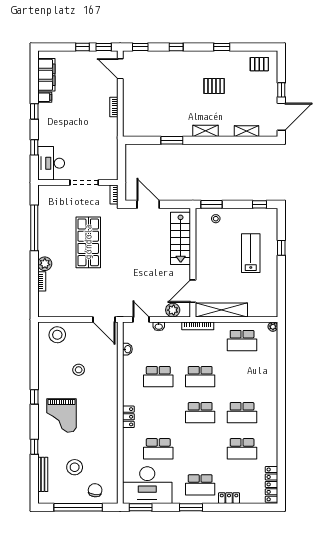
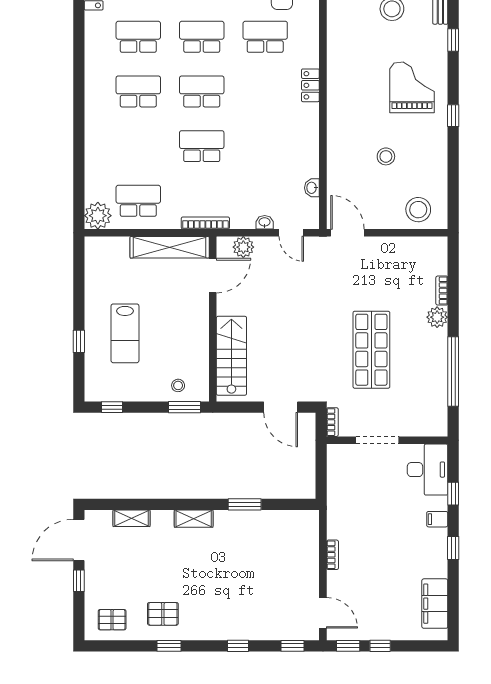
pallet: (214, 86) -> (163, 614), moved
filing cabinet: (45, 97) -> (437, 519), moved
plant: (273, 327) -> (98, 216), width x1.88, depth x1.88
school desk: (158, 377) -> (202, 37), moved

